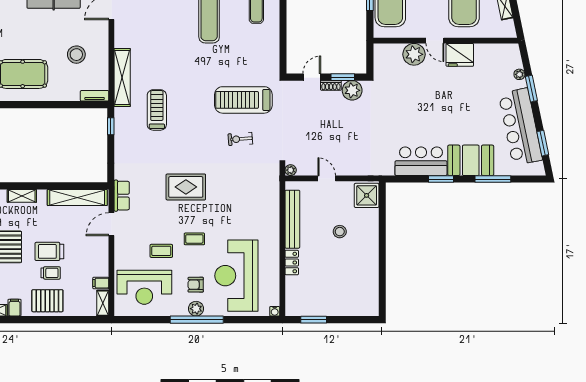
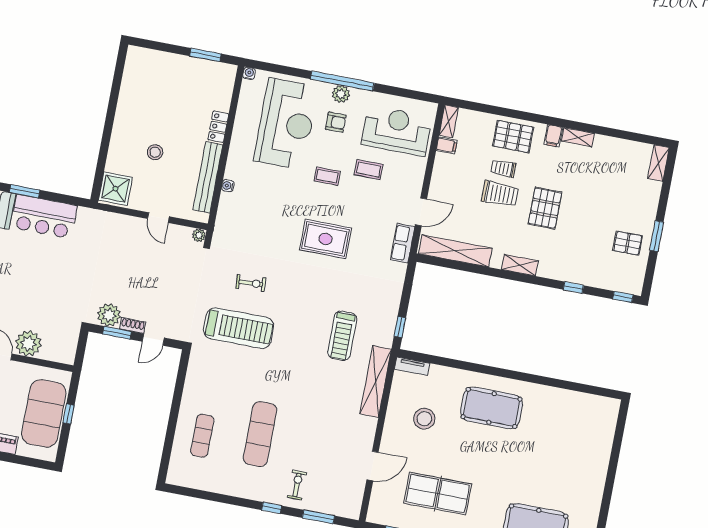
water cooler: (275, 215) -> (228, 186), added

